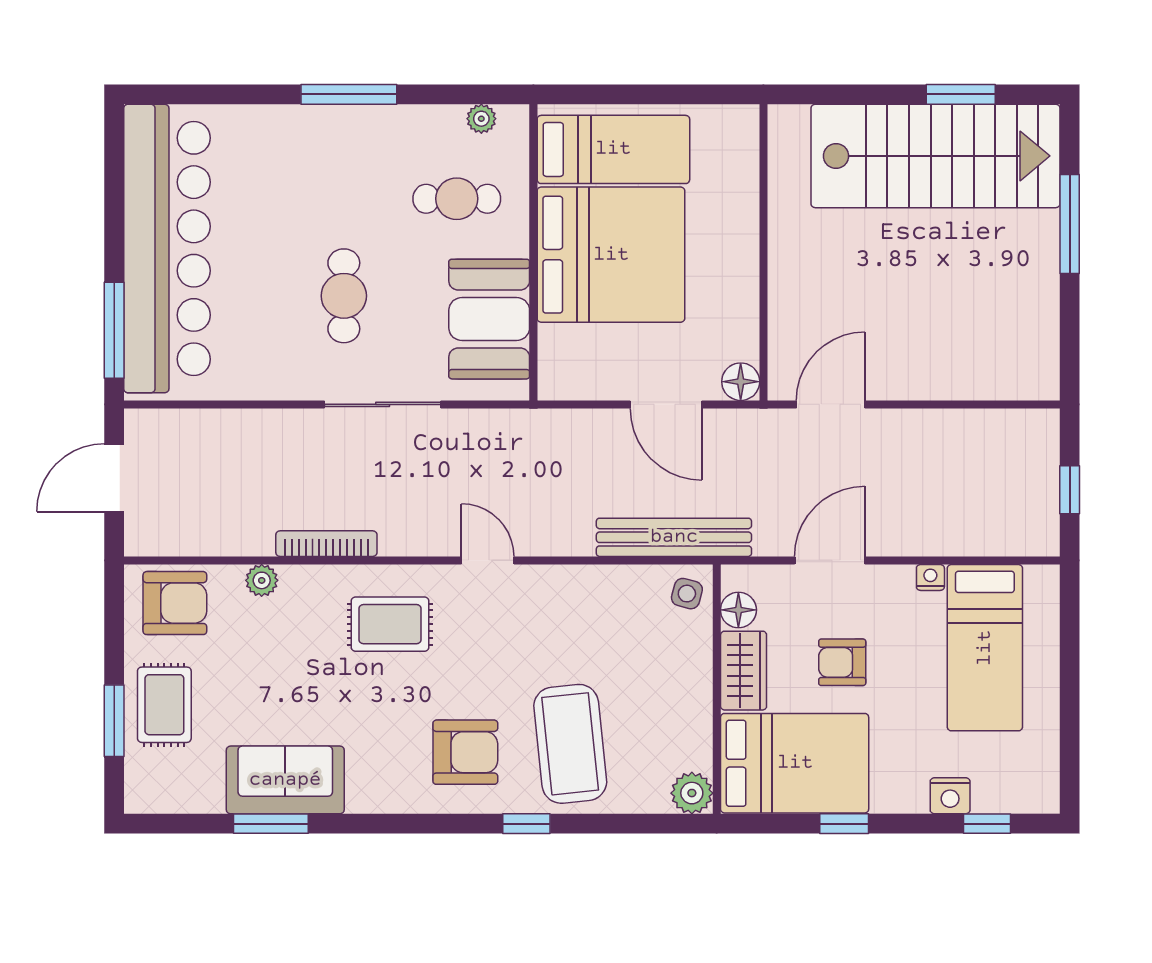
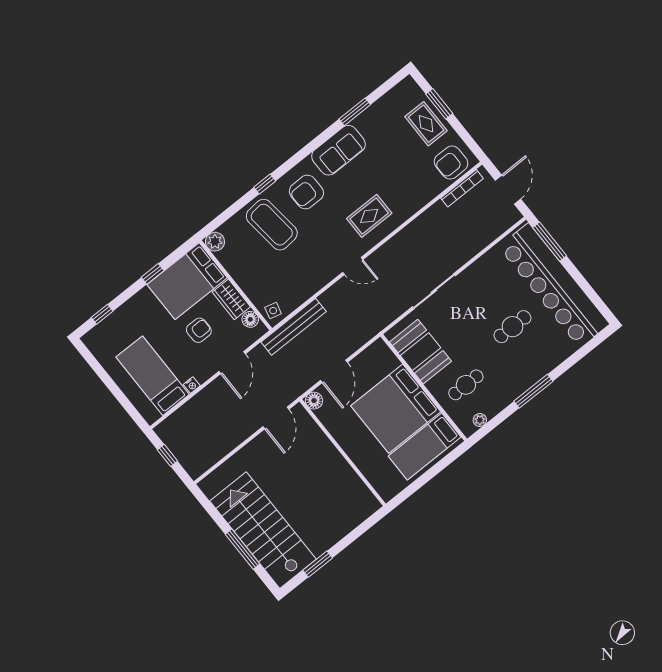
stairs: (935, 156) -> (263, 530), moved, turned 90
cafe table: (344, 296) -> (512, 327), moved, turned 90
door: (666, 404) -> (334, 371), swing flipped
bookcase: (326, 544) -> (462, 188), moved
plant: (262, 580) -> (427, 195), removed
sofa: (285, 780) -> (338, 150), moved
nightstand: (950, 796) -> (123, 314), removed

